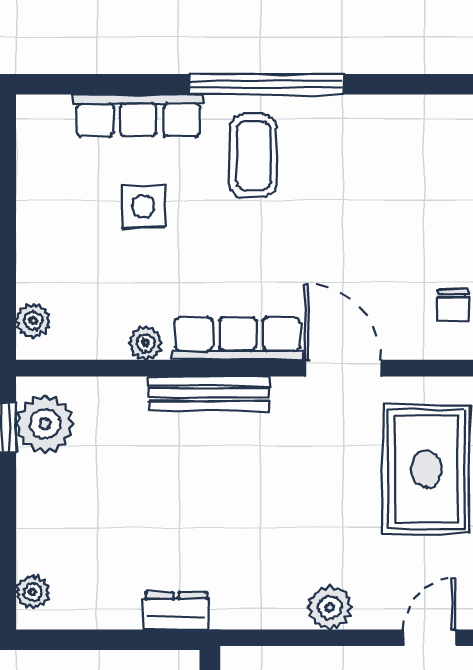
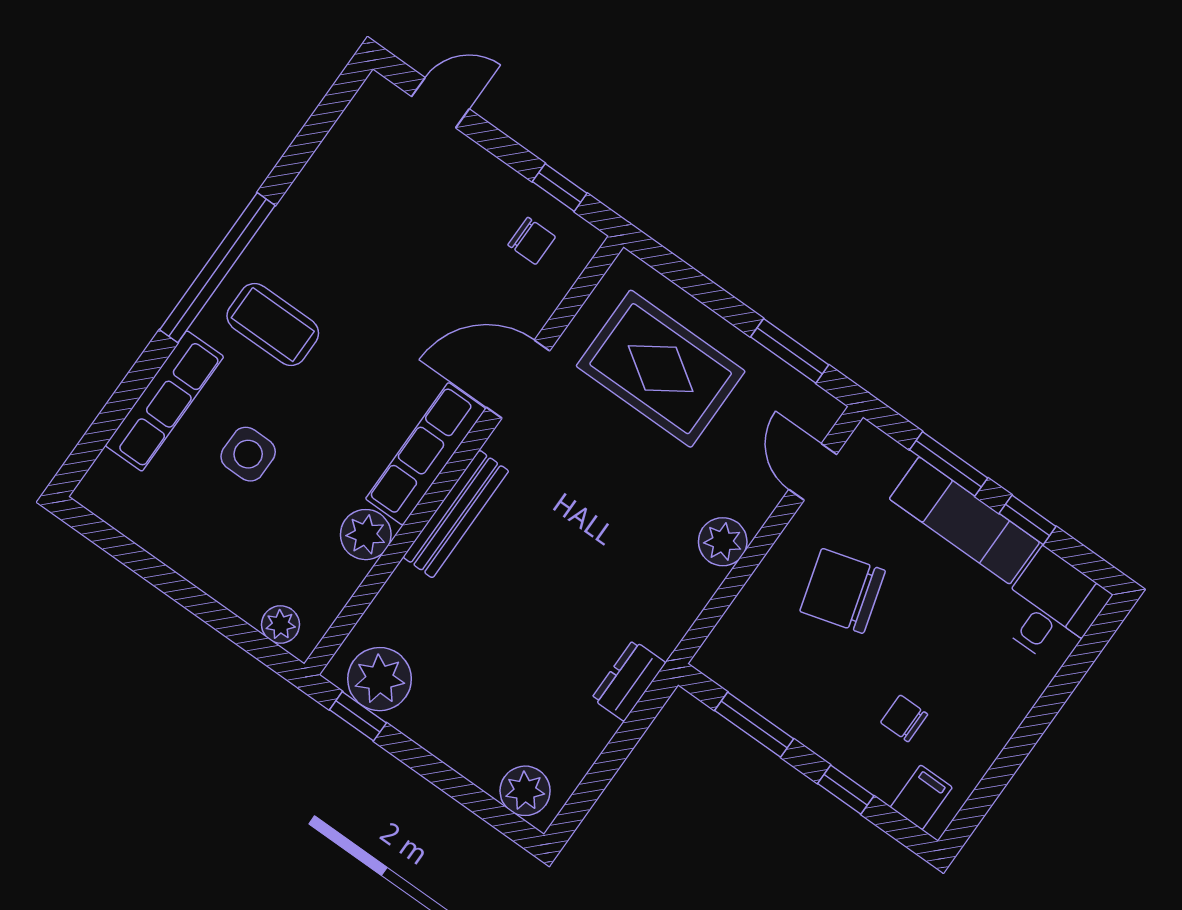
plant: (146, 343) -> (366, 535), width x1.38, depth x1.38
plant: (32, 592) -> (525, 791), width x1.38, depth x1.38

